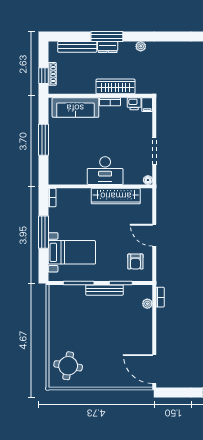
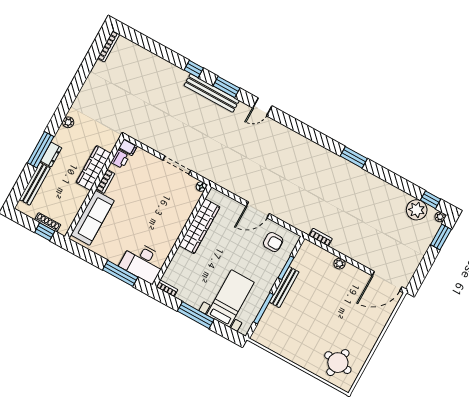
window: (43, 140) -> (120, 273), moved
desk: (105, 171) -> (143, 262), moved, turned 90
plant: (147, 304) -> (339, 264), moved

